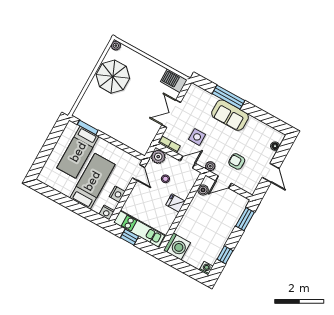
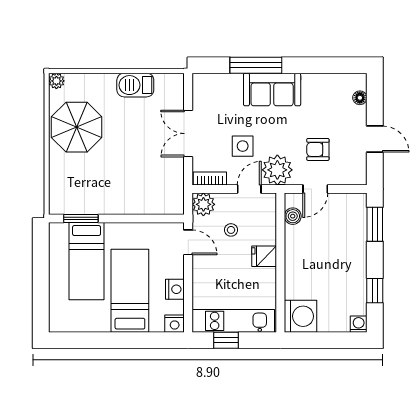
barbecue: (174, 81) -> (135, 85), moved
plant: (210, 166) -> (277, 170), width x1.87, depth x1.87

